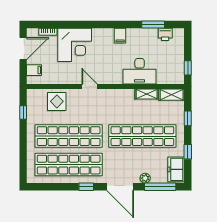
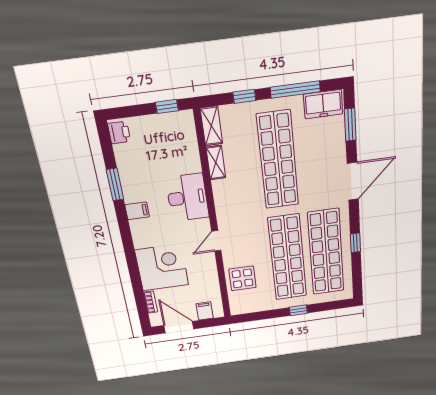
window: (153, 24) -> (115, 185), moved
printer: (165, 34) -> (119, 133), moved
desk: (140, 71) -> (187, 198), moved
window: (23, 113) -> (298, 310), moved
window: (188, 152) -> (295, 90), width x2.17
plant: (145, 178) -> (339, 148), removed
window: (86, 187) -> (355, 243), moved
window: (160, 187) -> (350, 125), width x0.69

